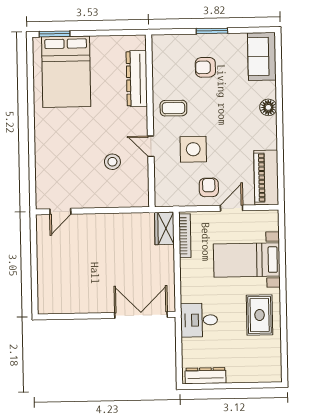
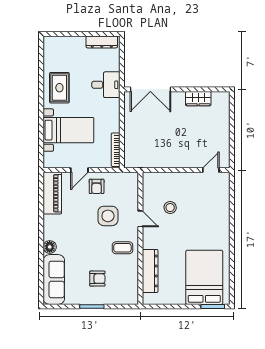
sofa: (262, 56) -> (54, 279), width x1.36
wardrobe: (164, 228) -> (198, 99), moved, turned 90

